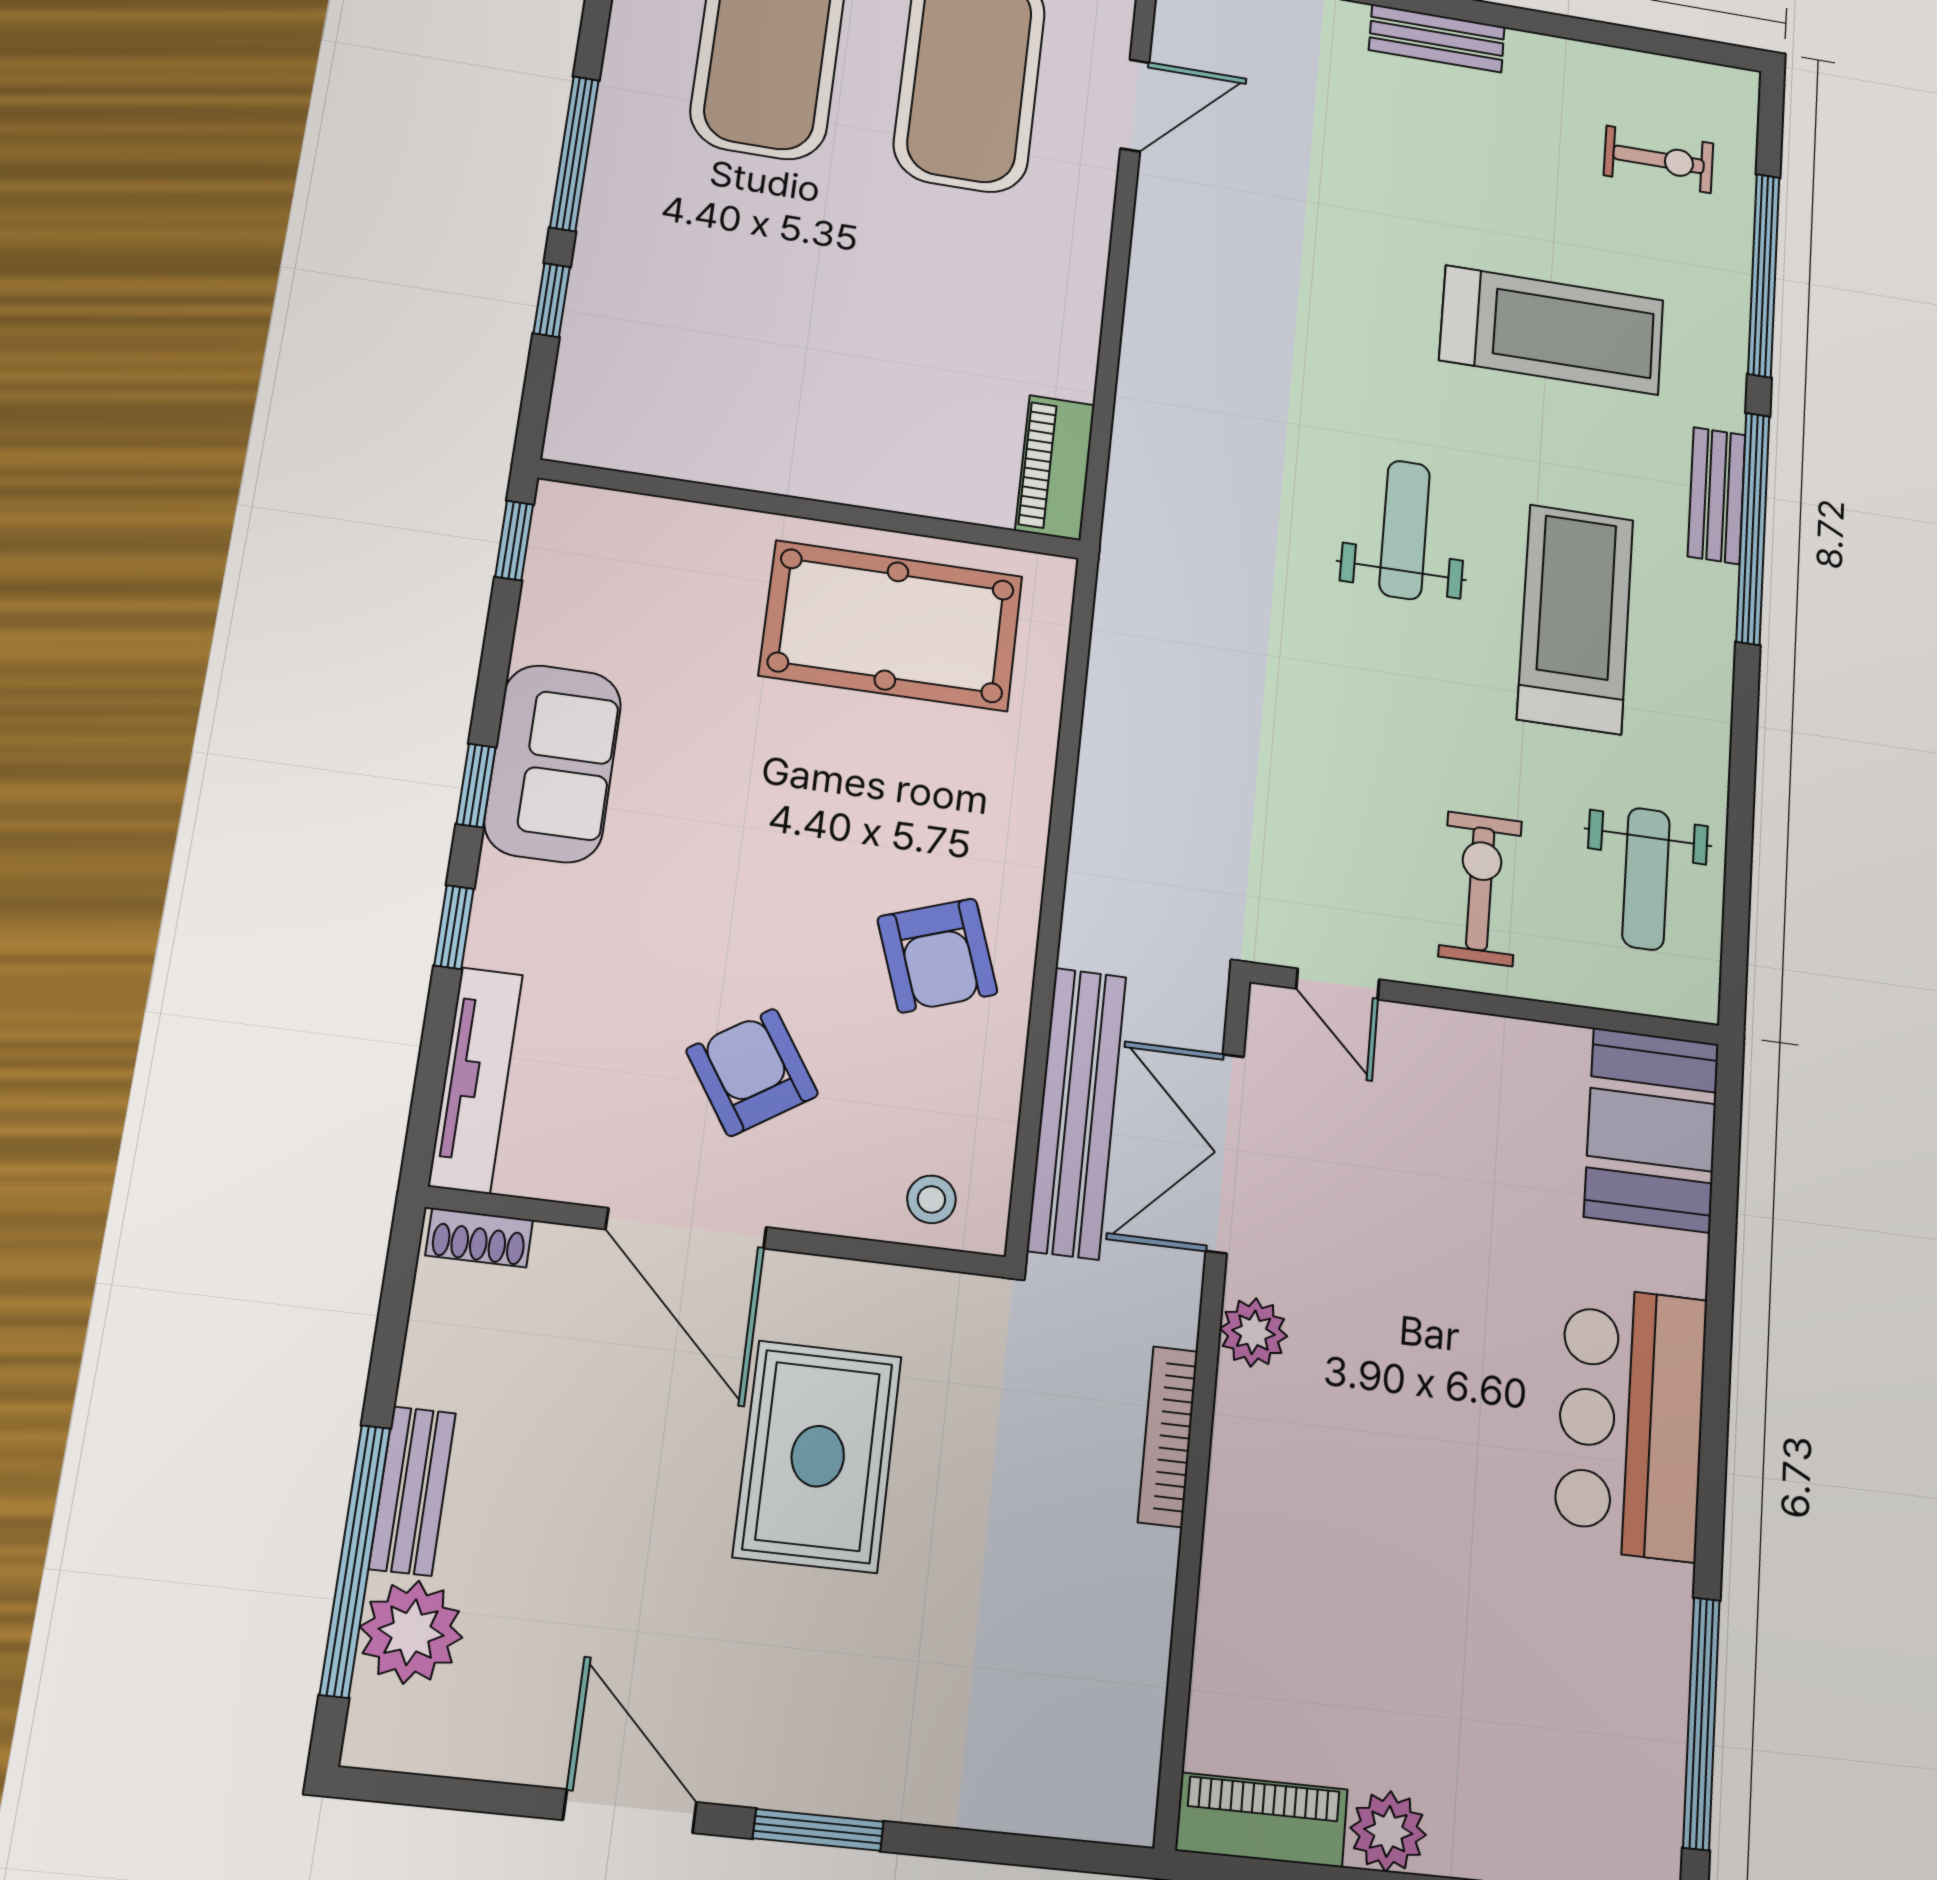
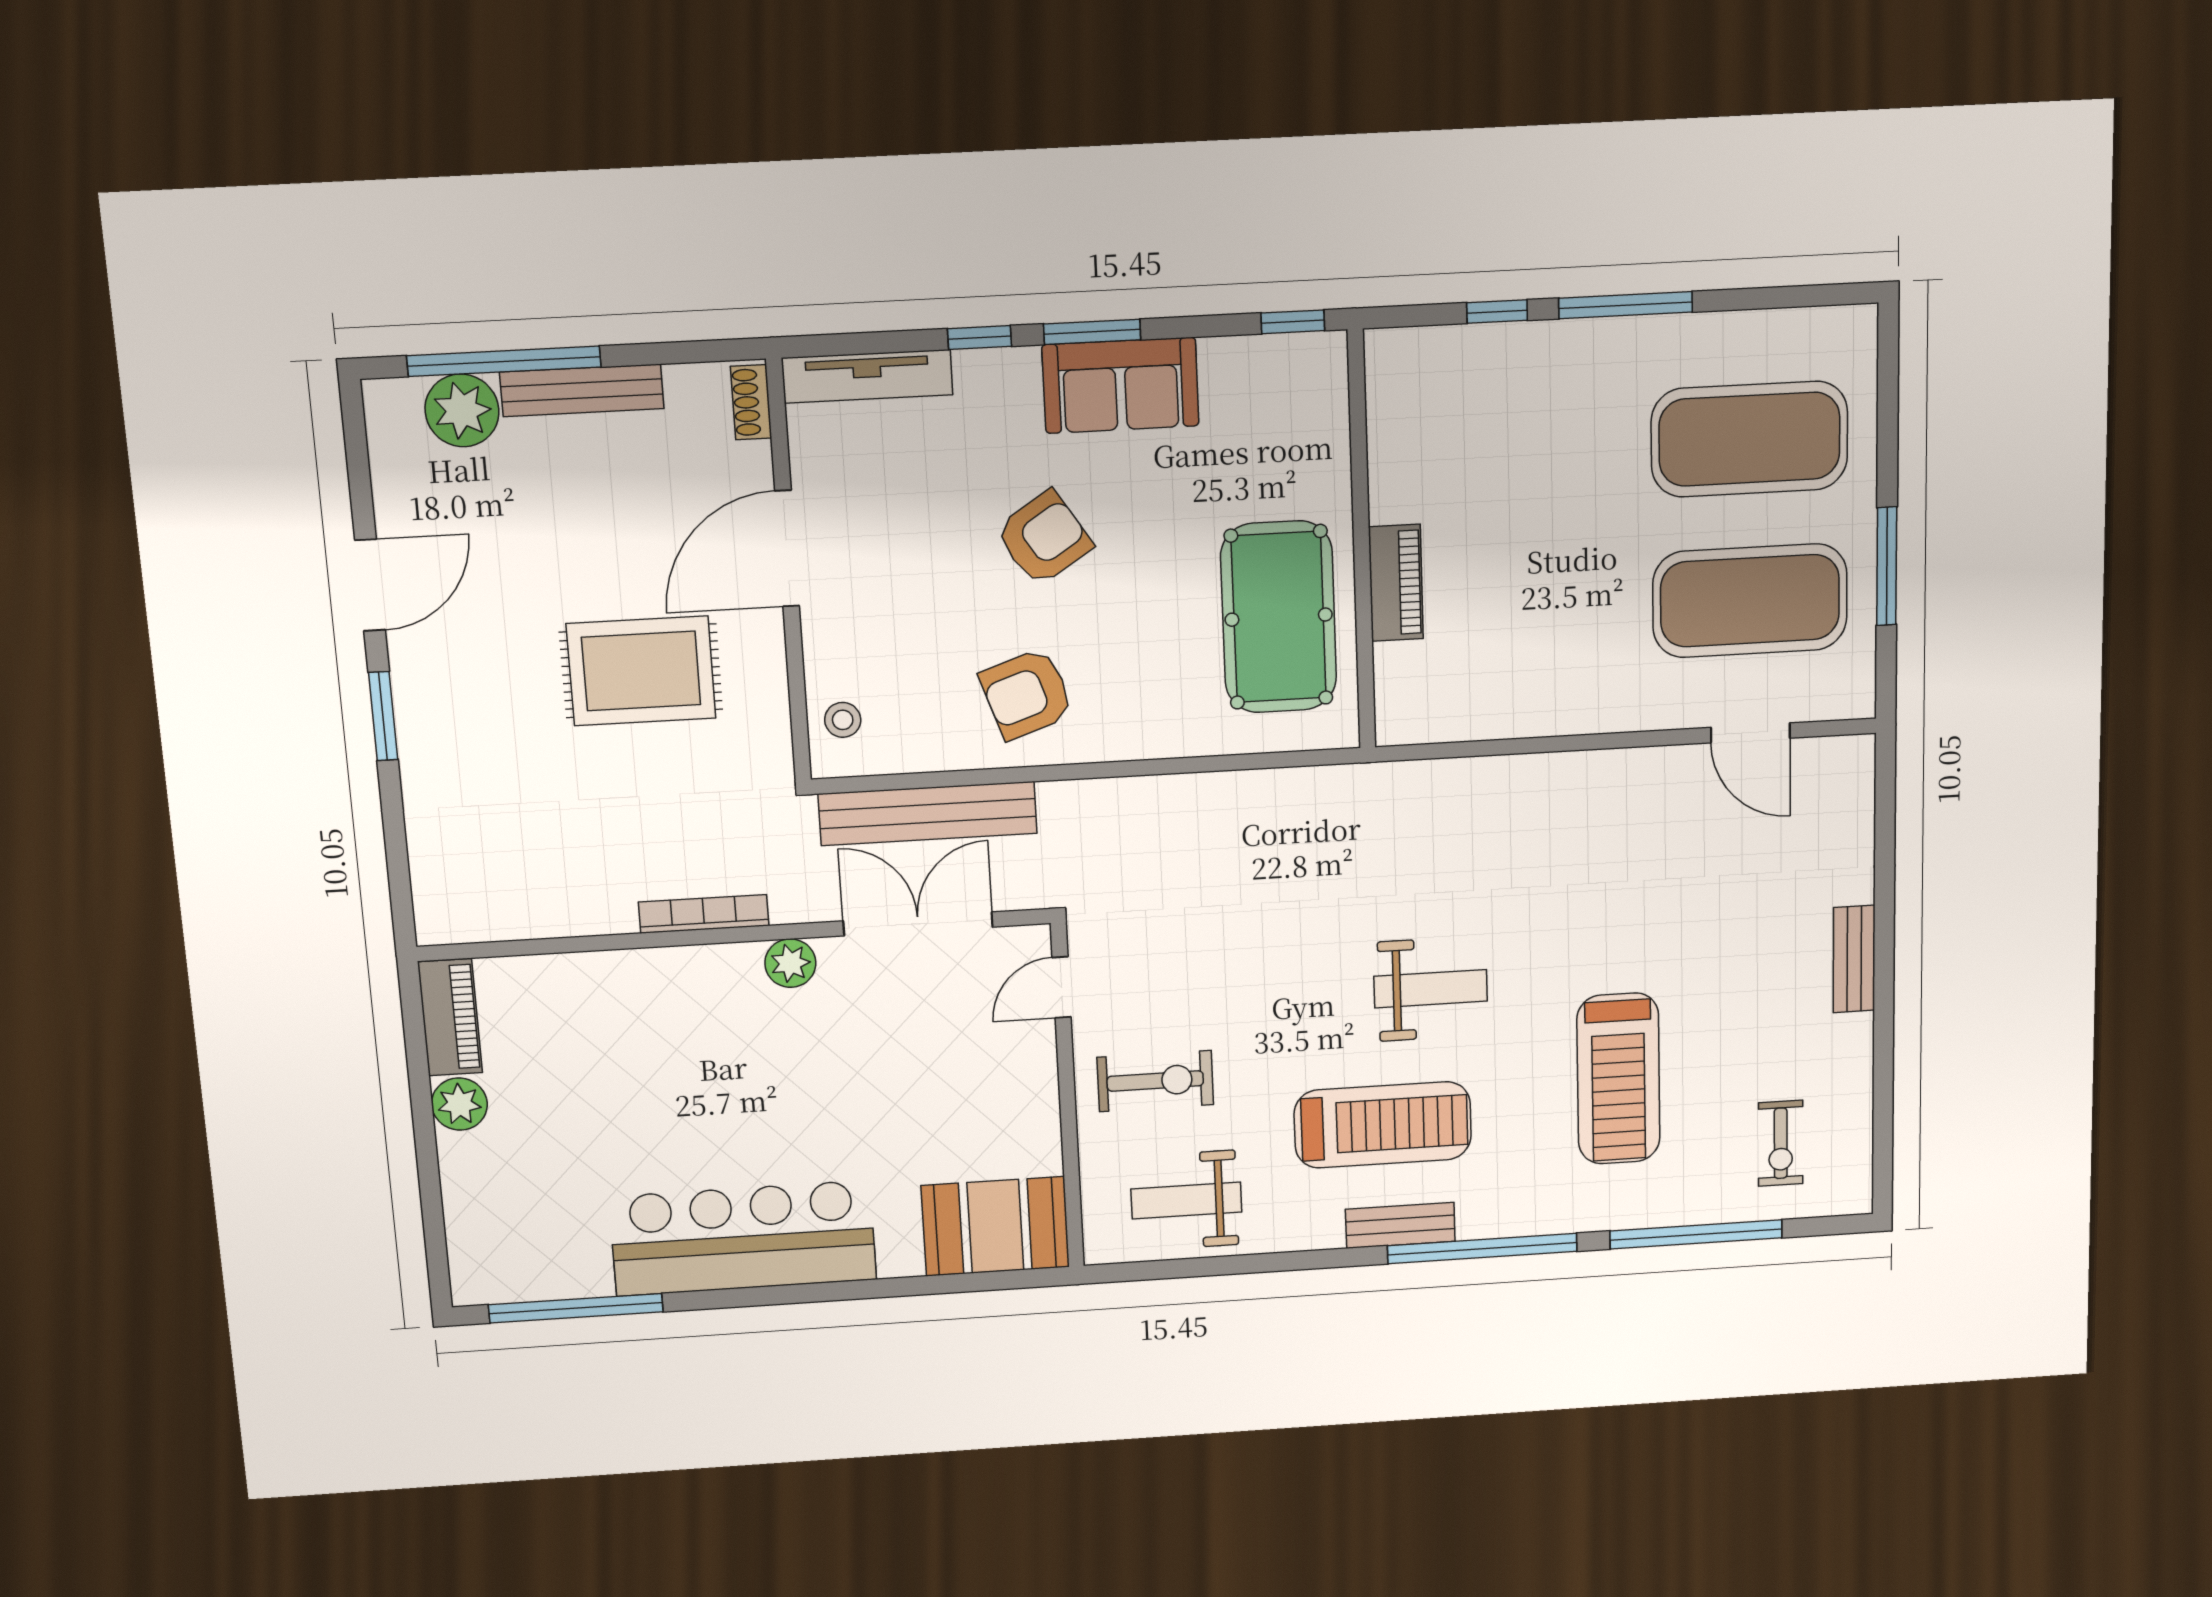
piano: (1055, 468) -> (1396, 583), moved, turned 90
bench: (1717, 495) -> (1400, 1225), moved
window: (476, 786) -> (1092, 332), width x1.50
armchair: (752, 1072) -> (1044, 538), moved
bar counter: (1631, 1422) -> (743, 1238), width x1.36
bench: (412, 1491) -> (582, 390), width x1.36

